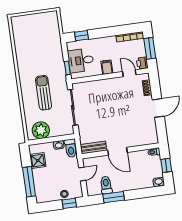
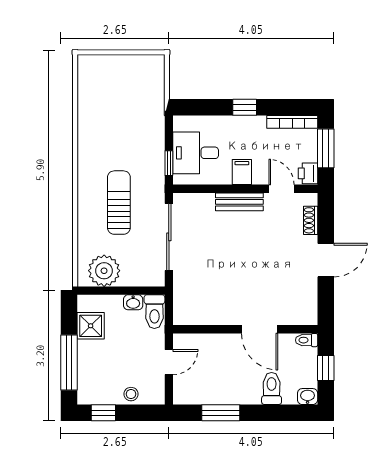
window: (81, 36) -> (245, 107), moved
bench: (94, 147) -> (239, 202), moved
door: (117, 151) -> (260, 329), moved
toilet: (106, 185) -> (272, 388), moved
window: (69, 203) -> (103, 413), moved

